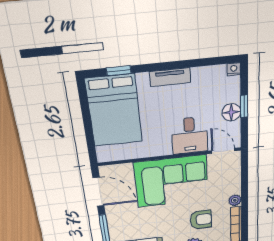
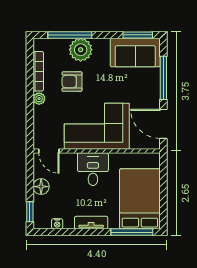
nightstand: (234, 69) -> (57, 224), moved
window: (119, 71) -> (132, 232), width x2.17
window: (244, 106) -> (30, 212), moved
desk: (190, 136) -> (93, 169), moved

